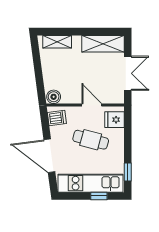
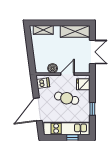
boiler: (54, 97) -> (53, 68), moved
door: (92, 105) -> (67, 74), hinge flipped
door: (49, 156) -> (38, 109), hinge flipped
window: (128, 172) -> (92, 109), moved

